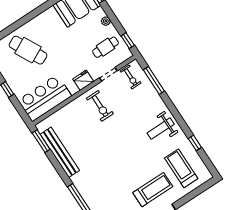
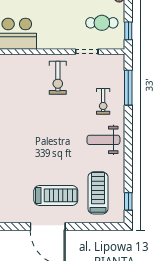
exercise bike: (131, 77) -> (103, 101), moved
fridge: (83, 80) -> (58, 41), removed
window: (195, 143) -> (128, 201), moved

